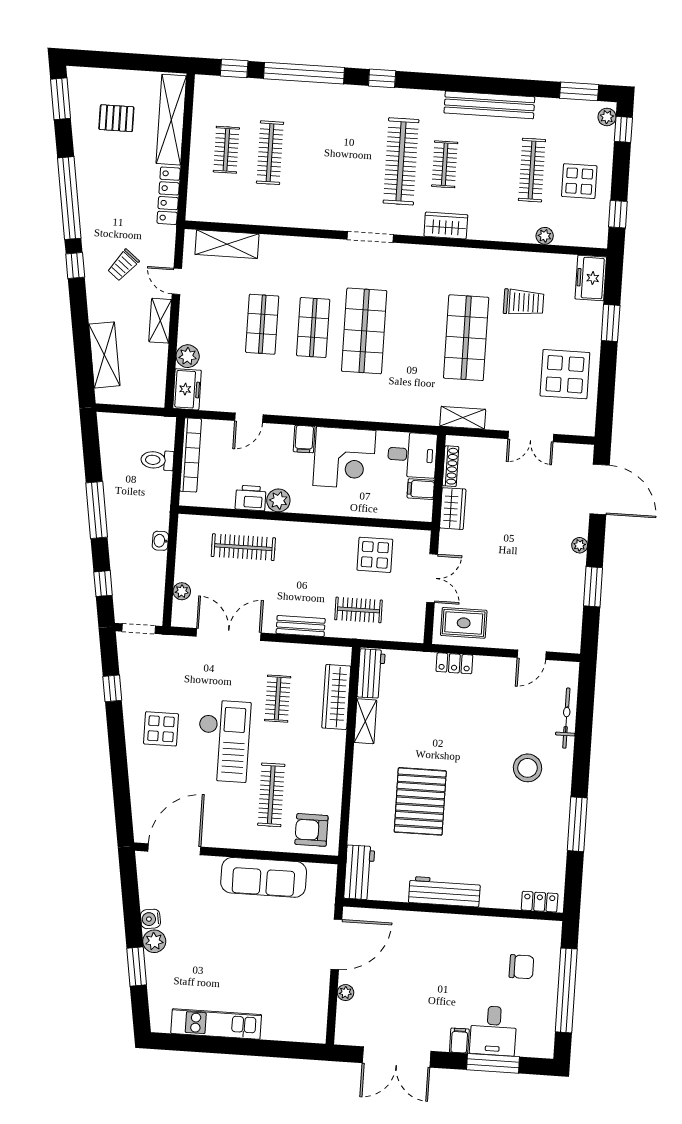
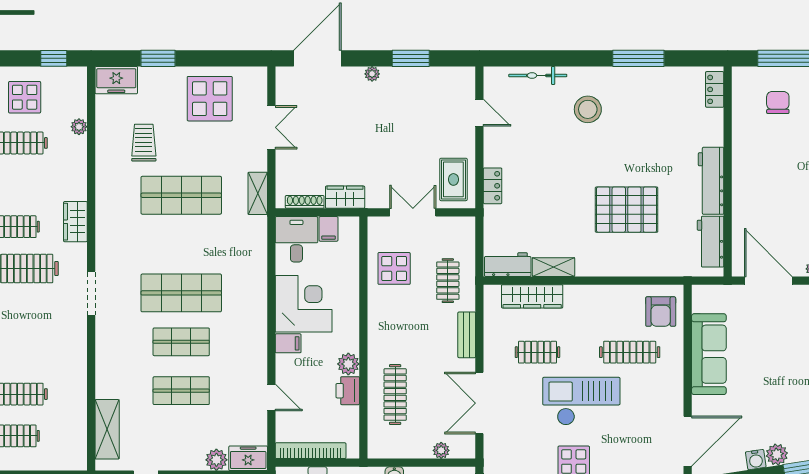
door: (174, 849) -> (688, 441), swing flipped
workbench: (359, 872) -> (710, 242), moved, turned -90

